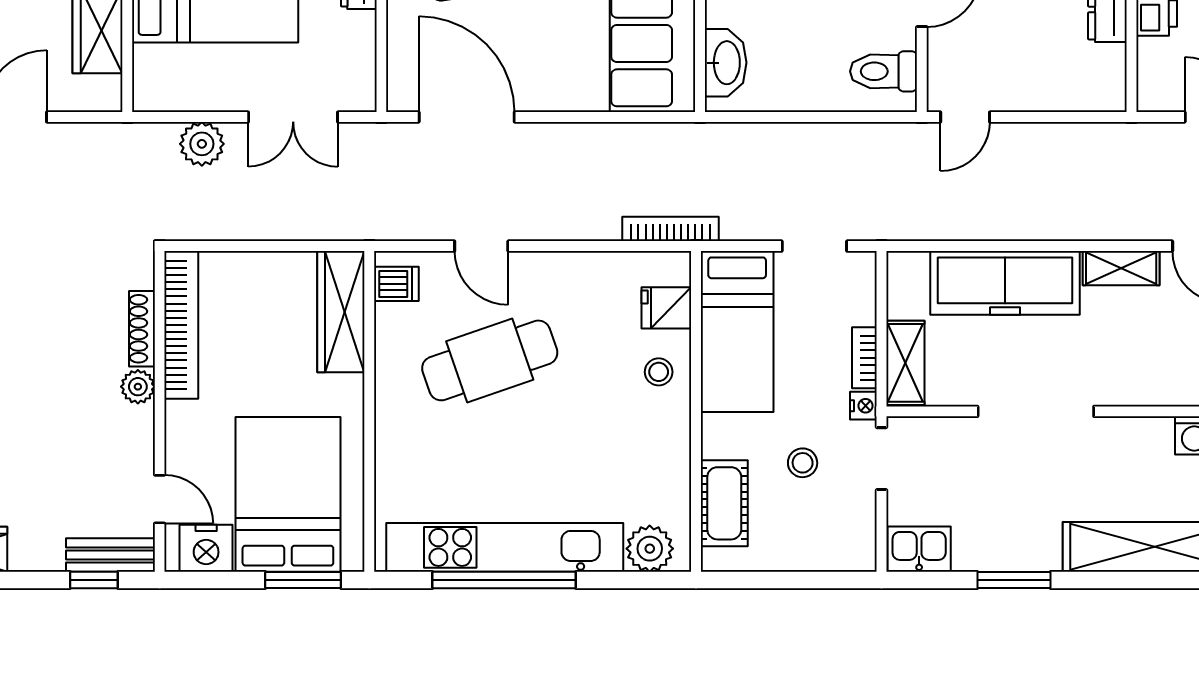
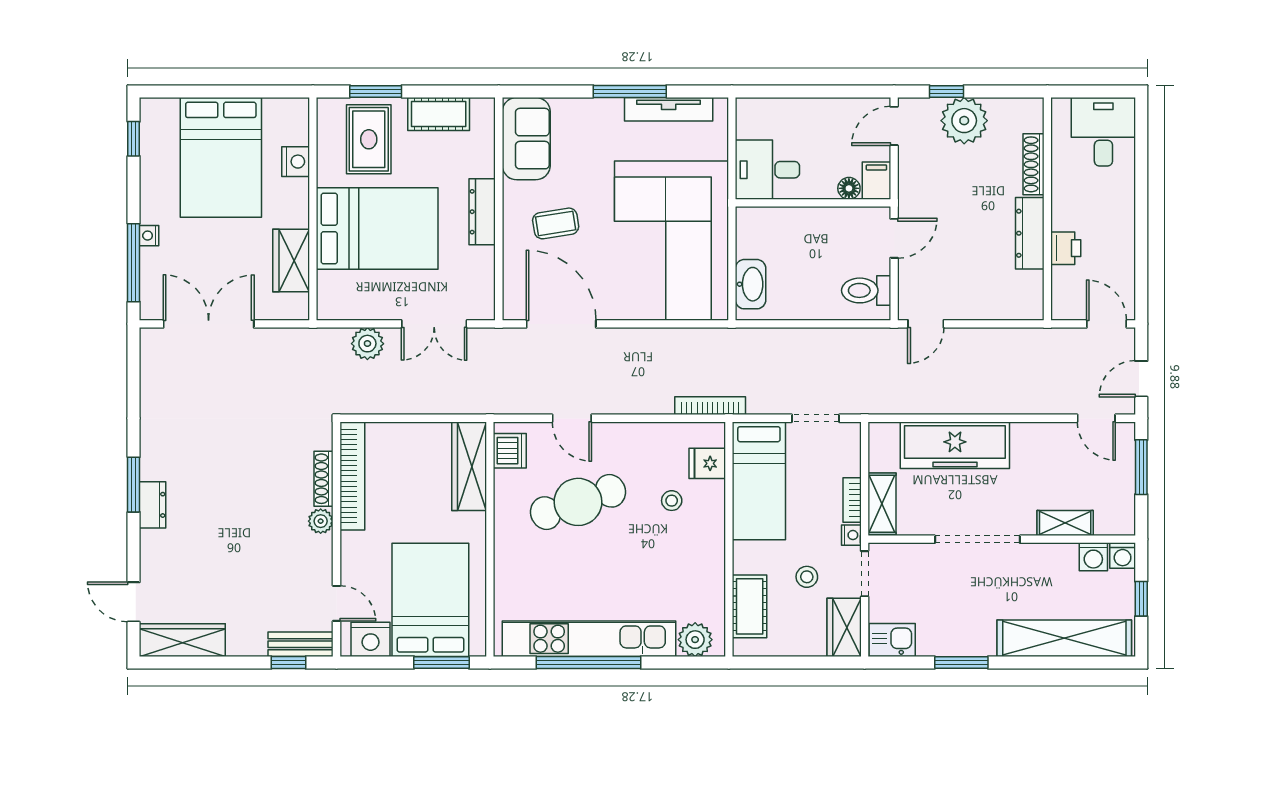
shelving: (1121, 268) -> (1065, 523), moved
dishwasher: (396, 284) -> (510, 451), width x1.38
stool: (659, 372) -> (672, 501), moved
wardrobe: (853, 532) -> (844, 627), added

